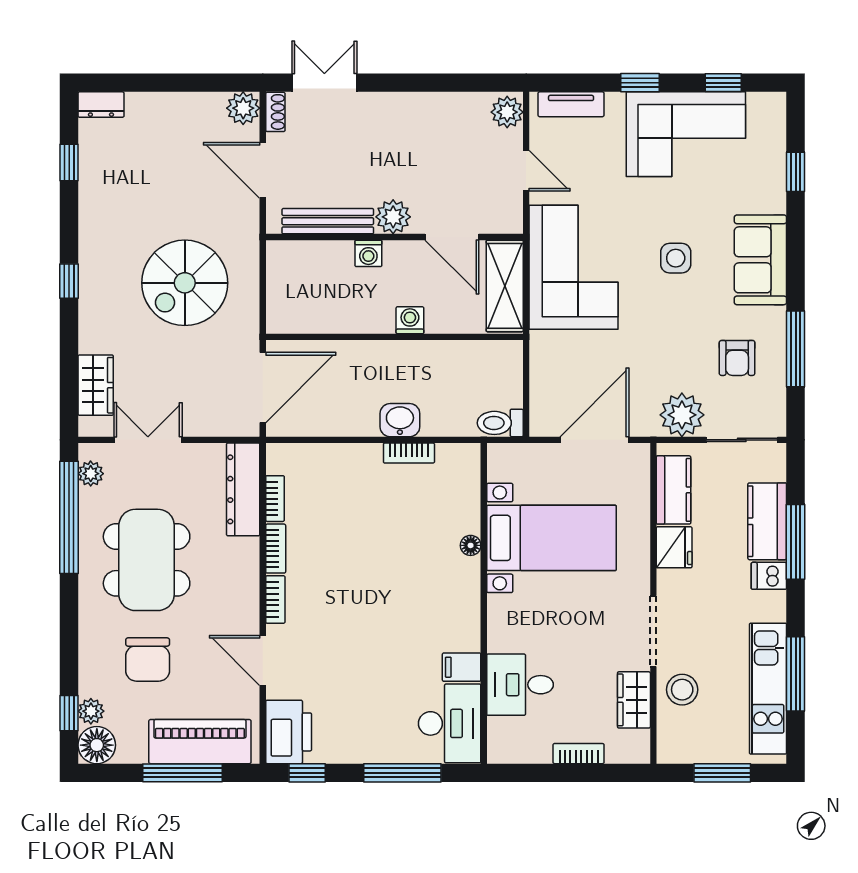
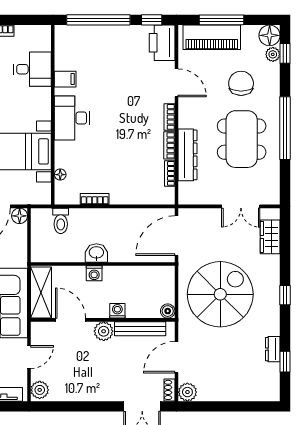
dresser: (101, 105) -> (273, 349), moved, turned -90
door: (263, 170) -> (177, 357), swing flipped
door: (526, 171) -> (29, 357), swing flipped
boiler: (279, 253) -> (168, 311), added
spiral stairs: (185, 283) -> (220, 294), width x1.37, depth x1.37
washbasin: (400, 420) -> (96, 253), moved, turned 180
toilet: (500, 423) -> (61, 221), moved, turned 90
floor lamp: (543, 423) -> (20, 216), added
plant: (91, 474) -> (273, 187), removed
dresser: (243, 489) -> (188, 155), moved
window: (69, 517) -> (285, 128), moved
floor lamp: (471, 545) -> (60, 175), moved
desk: (450, 723) -> (72, 118), moved
window: (402, 773) -> (98, 20), width x1.46

